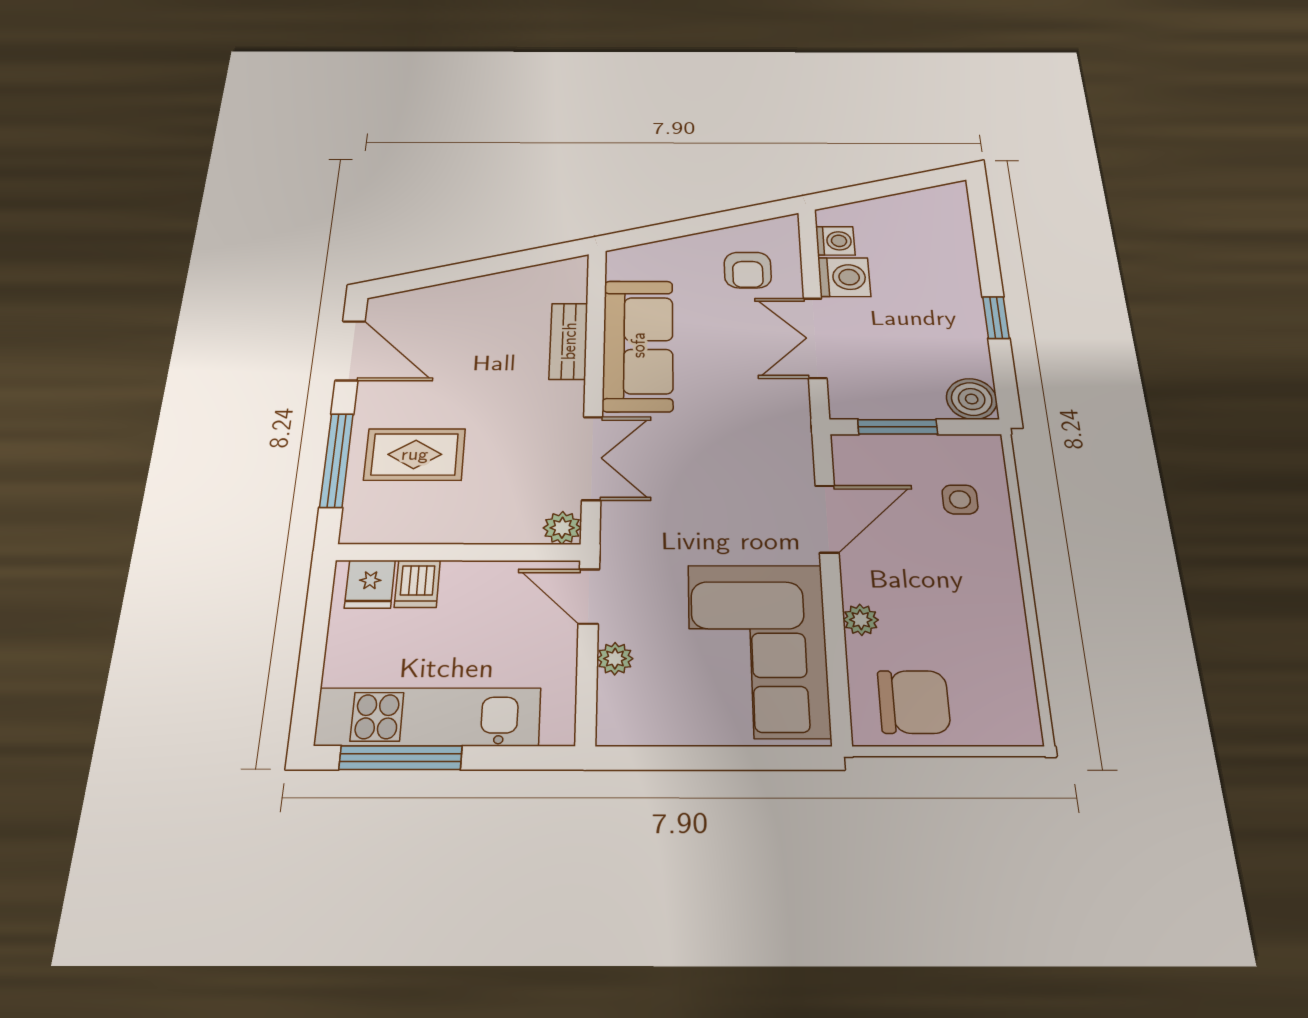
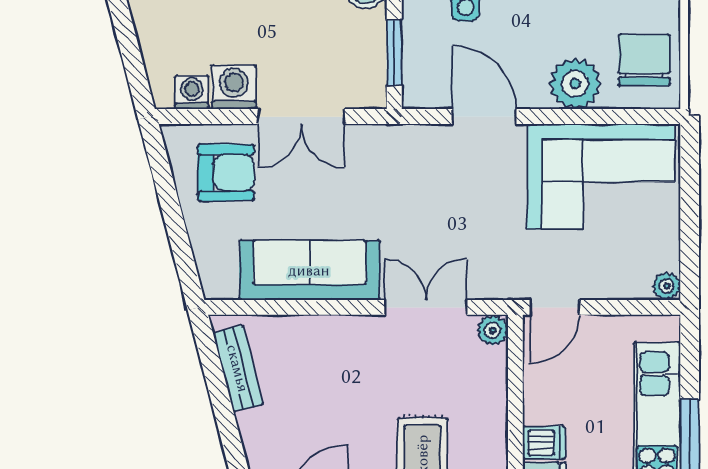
armchair: (748, 270) -> (226, 173), width x1.38, depth x1.38
bench: (569, 341) -> (238, 368), moved, turned 75
plant: (861, 620) -> (575, 83), width x1.87, depth x1.87
plant: (615, 659) -> (667, 286), moved

